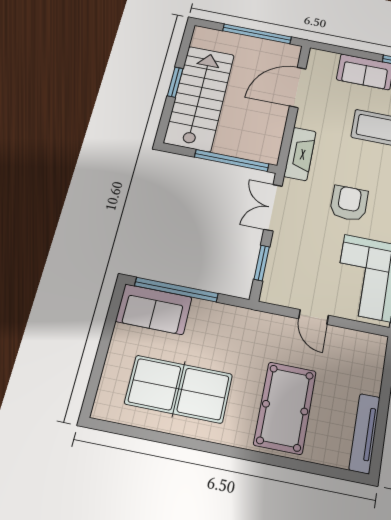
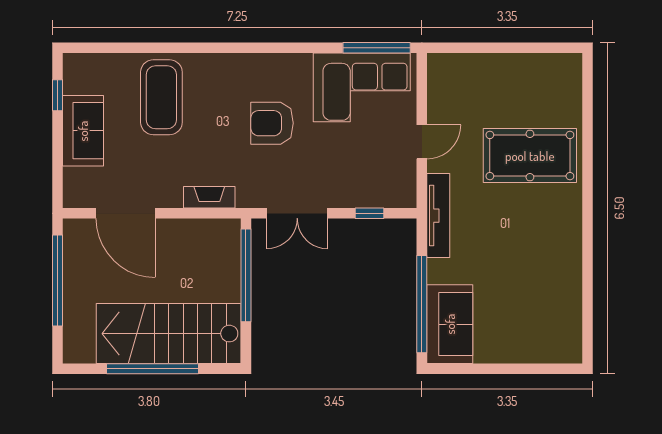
window: (175, 82) -> (153, 369), width x2.11
fireplace: (300, 154) -> (209, 197), width x0.73, depth x0.76
window: (262, 263) -> (370, 213), width x0.67
table tennis table: (179, 389) -> (533, 275), removed
tv unit: (365, 433) -> (438, 216), moved, turned -90

